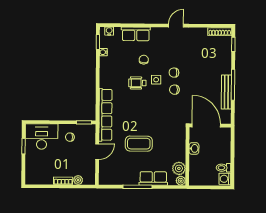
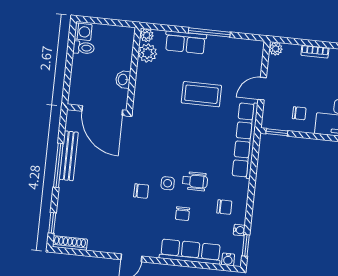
row of seats: (136, 34) -> (190, 252), width x1.48
chair: (174, 90) -> (224, 207), moved
plant: (78, 180) -> (276, 49), moved

